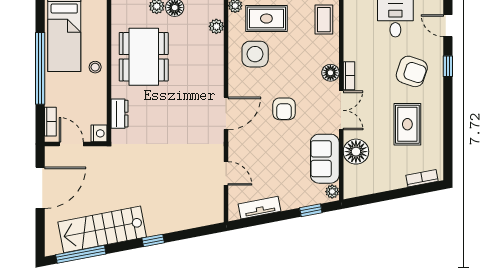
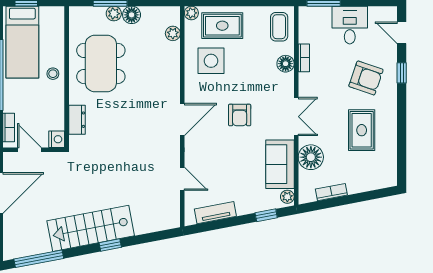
floor lamp: (330, 73) -> (286, 64), moved
bookcase: (349, 76) -> (304, 58), moved
bookcase: (422, 178) -> (331, 192), moved
stairs: (102, 229) -> (91, 228), moved

